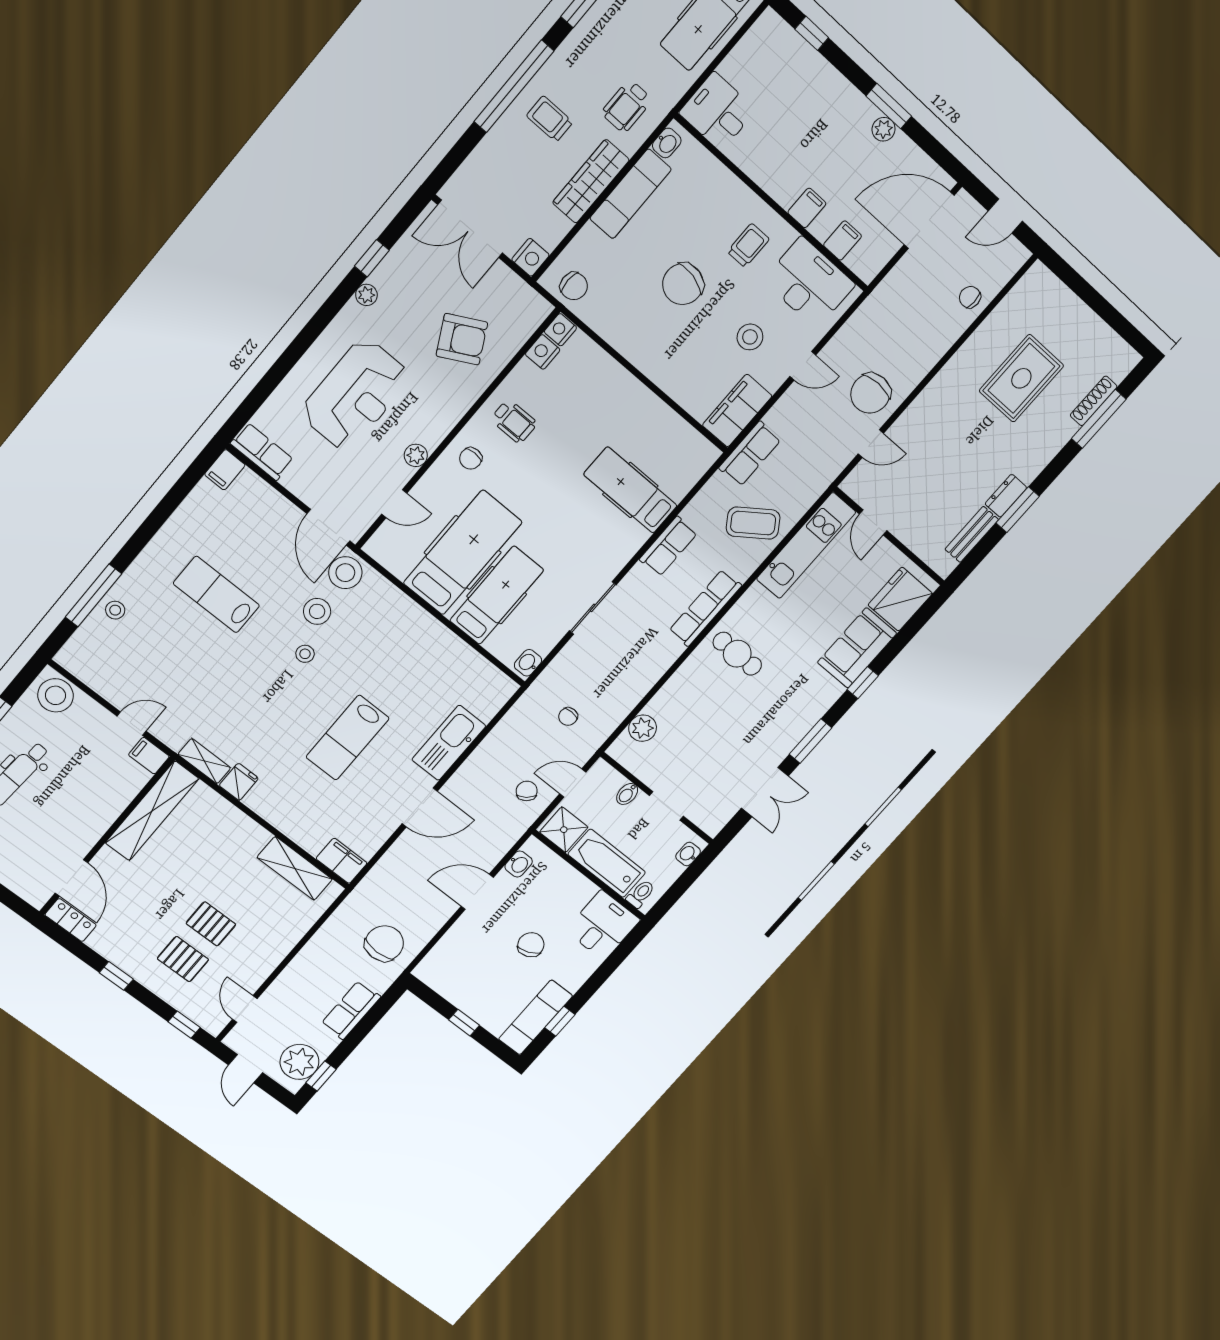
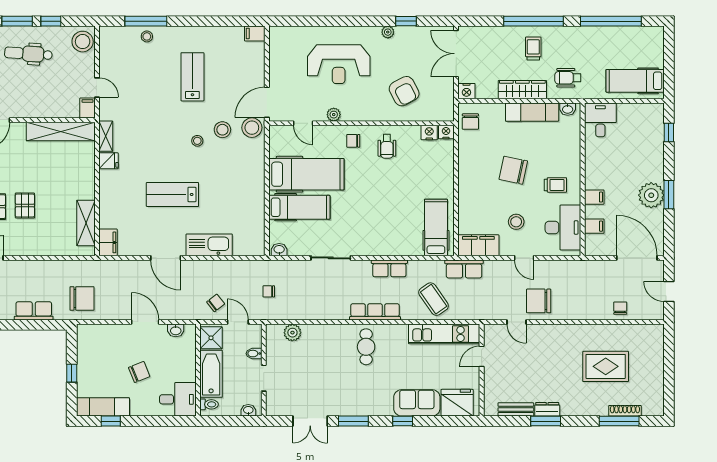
plant: (884, 129) -> (651, 195), width x1.87, depth x1.87
row of seats: (262, 452) -> (277, 43), removed
hospital bed: (630, 490) -> (436, 228), moved

